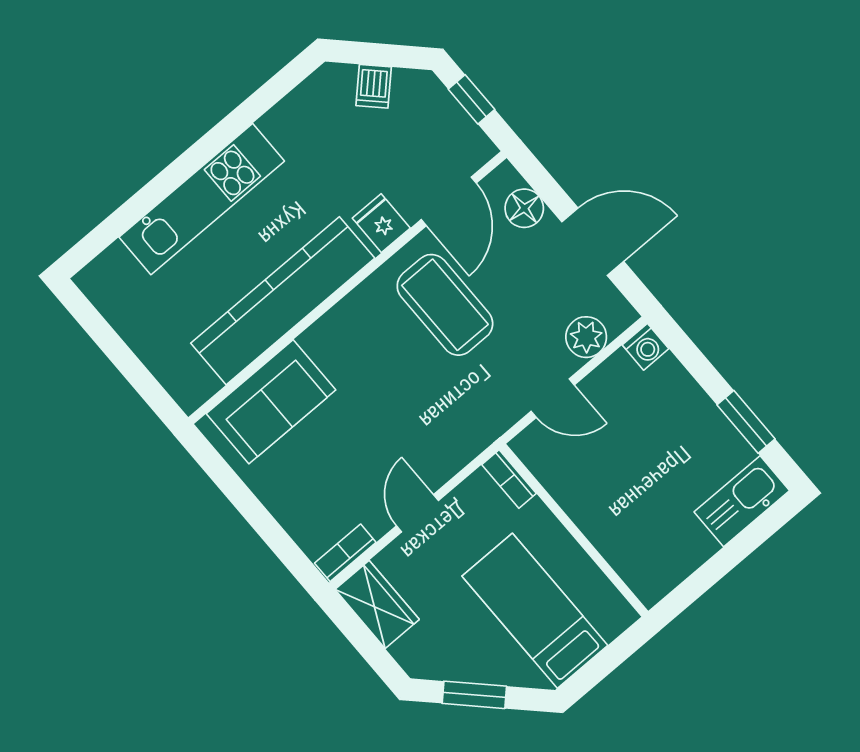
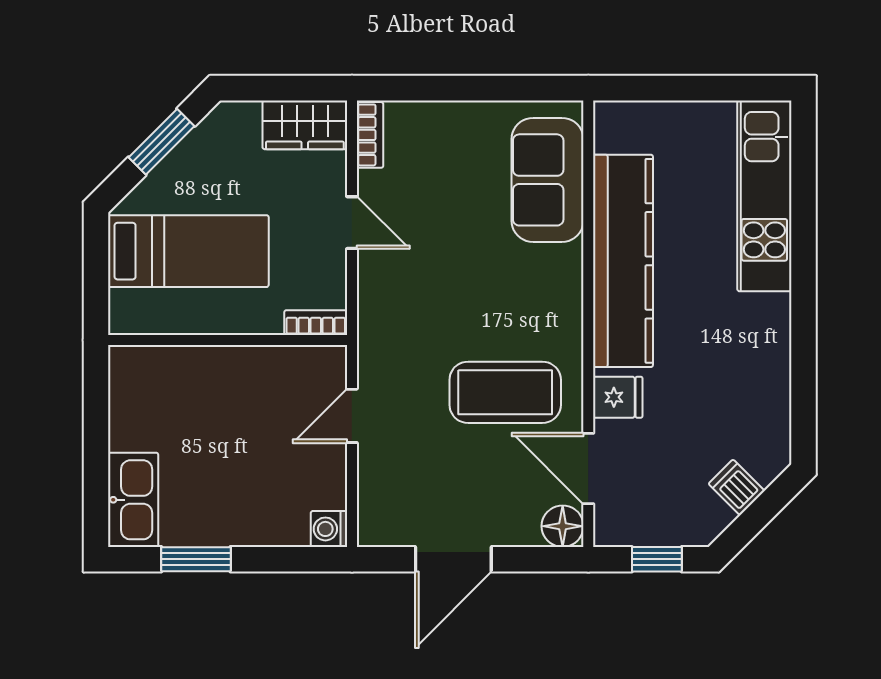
kitchen unit: (202, 199) -> (764, 196), moved
floor lamp: (524, 208) -> (563, 526), moved
plant: (586, 337) -> (379, 487), removed

